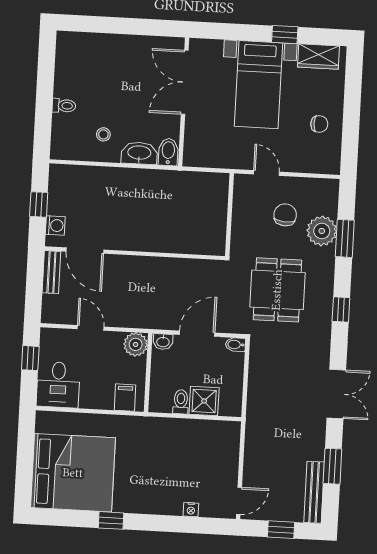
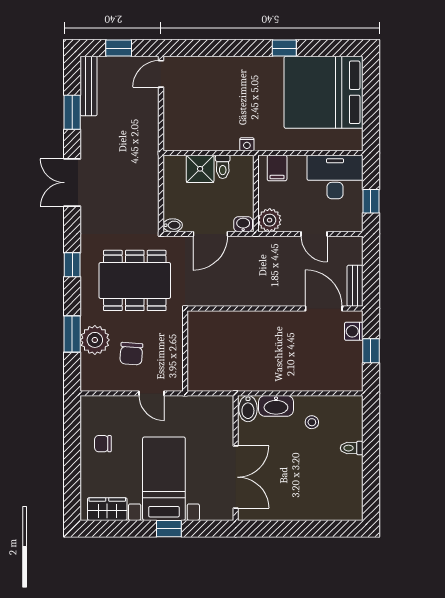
window: (285, 35) -> (169, 529), moved
dining table: (277, 290) -> (135, 280), width x1.37
desk: (58, 385) -> (335, 177), width x1.37
nightstand: (191, 510) -> (247, 144), moved, turned 180

